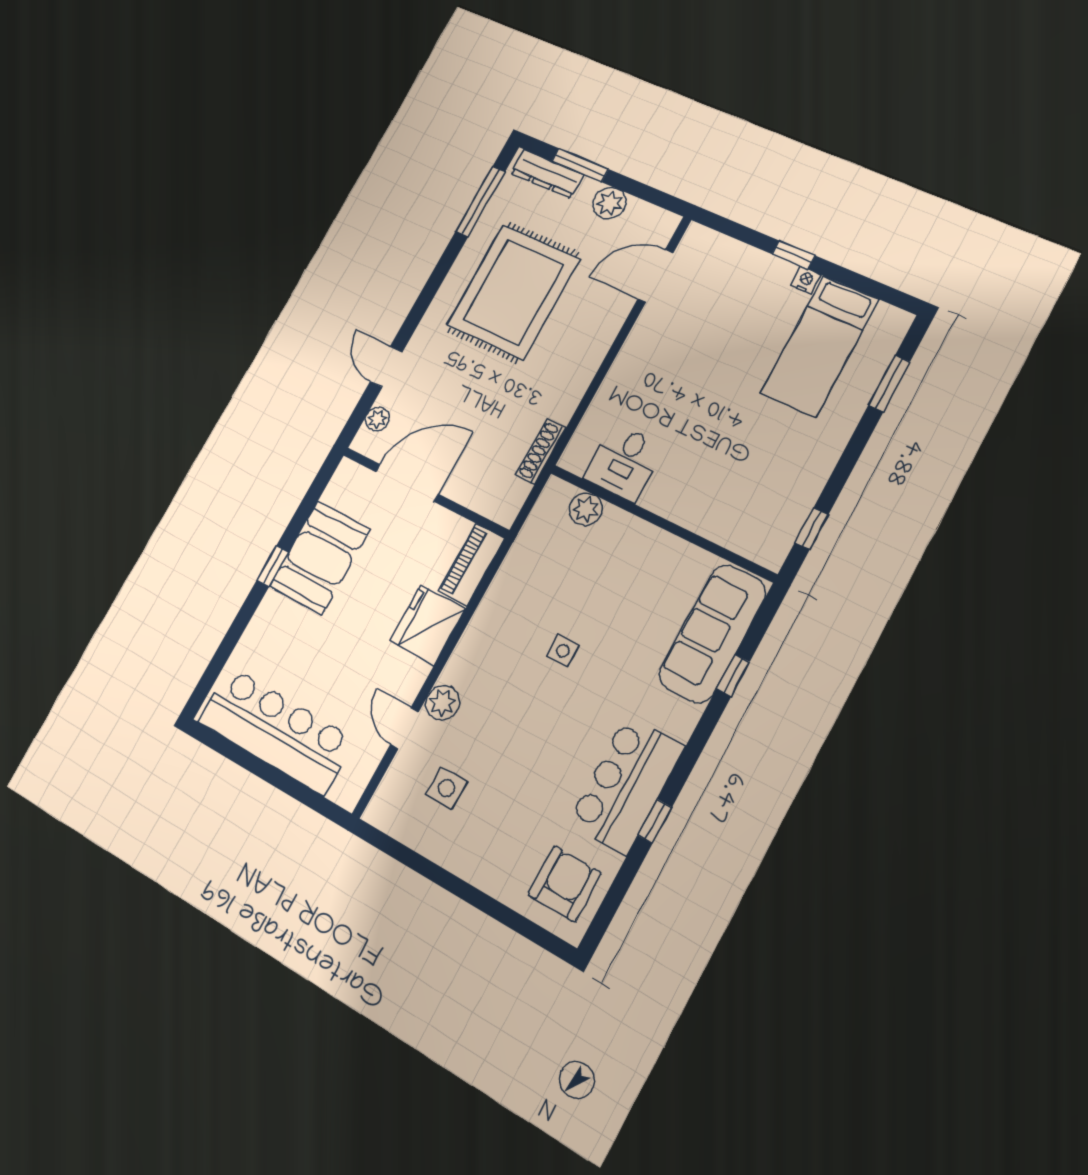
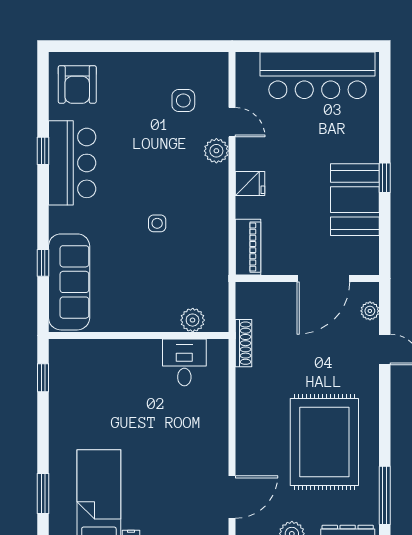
fridge: (428, 625) -> (250, 183), width x0.53, depth x0.75

